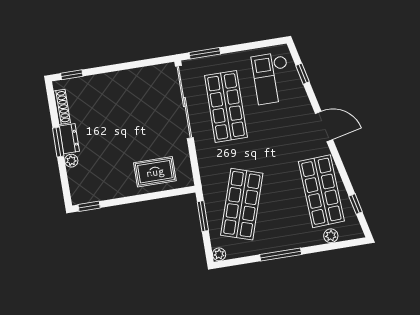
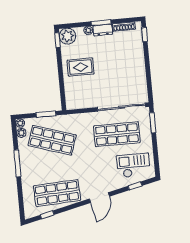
rug: (155, 172) -> (81, 67), moved, turned 90
plant: (82, 192) -> (68, 36), added
plant: (331, 236) -> (21, 133), moved

